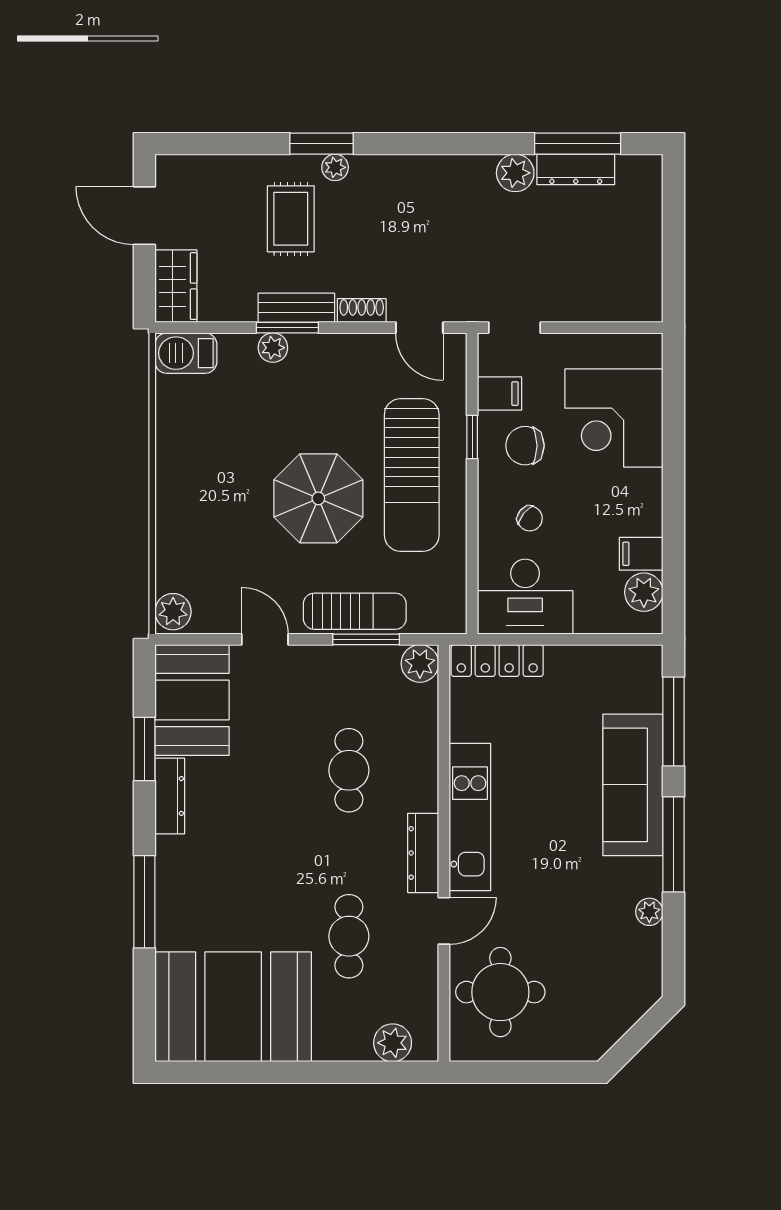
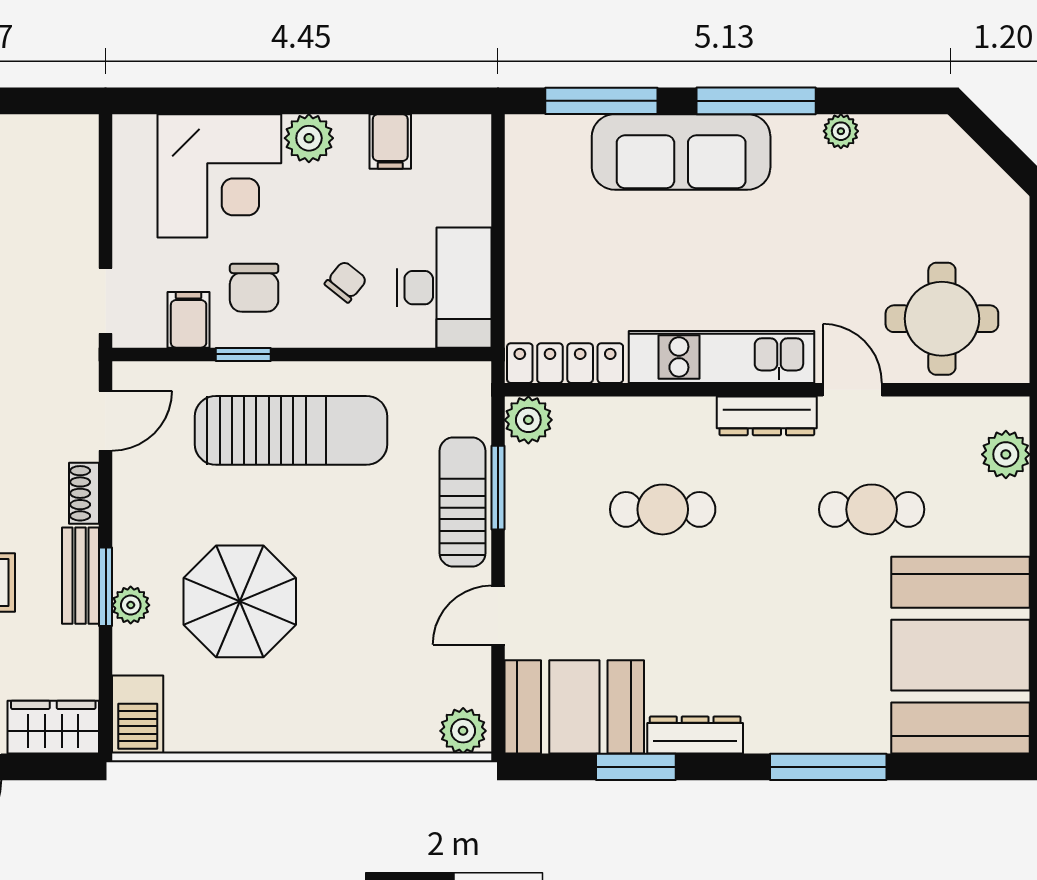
parasol: (318, 498) -> (240, 601), moved
plant: (644, 592) -> (309, 138), moved
locker: (497, 661) -> (565, 363), moved, turned -90

